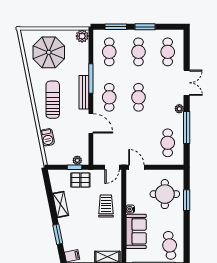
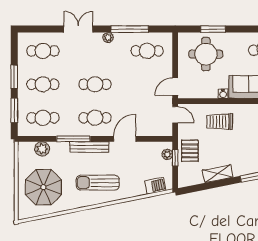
plant: (82, 36) -> (42, 149), moved
barbecue: (47, 137) -> (155, 186), moved

